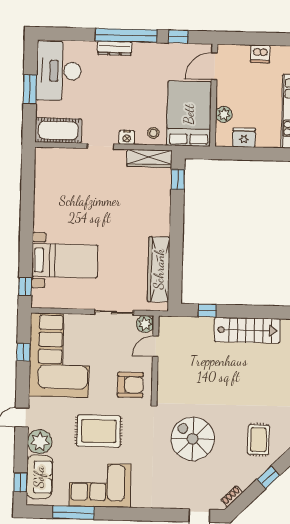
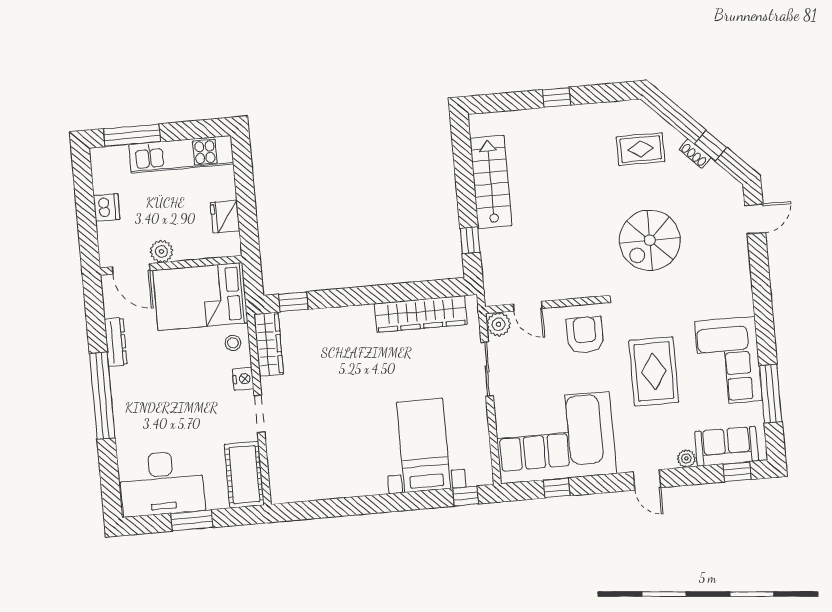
window: (178, 37) -> (96, 324), removed
dresser: (115, 48) -> (116, 342), moved
plant: (224, 115) -> (161, 251), moved
plant: (40, 442) -> (686, 458), width x0.53, depth x0.53
window: (268, 477) -> (711, 146), moved
shoe rack: (232, 496) -> (695, 154), moved

